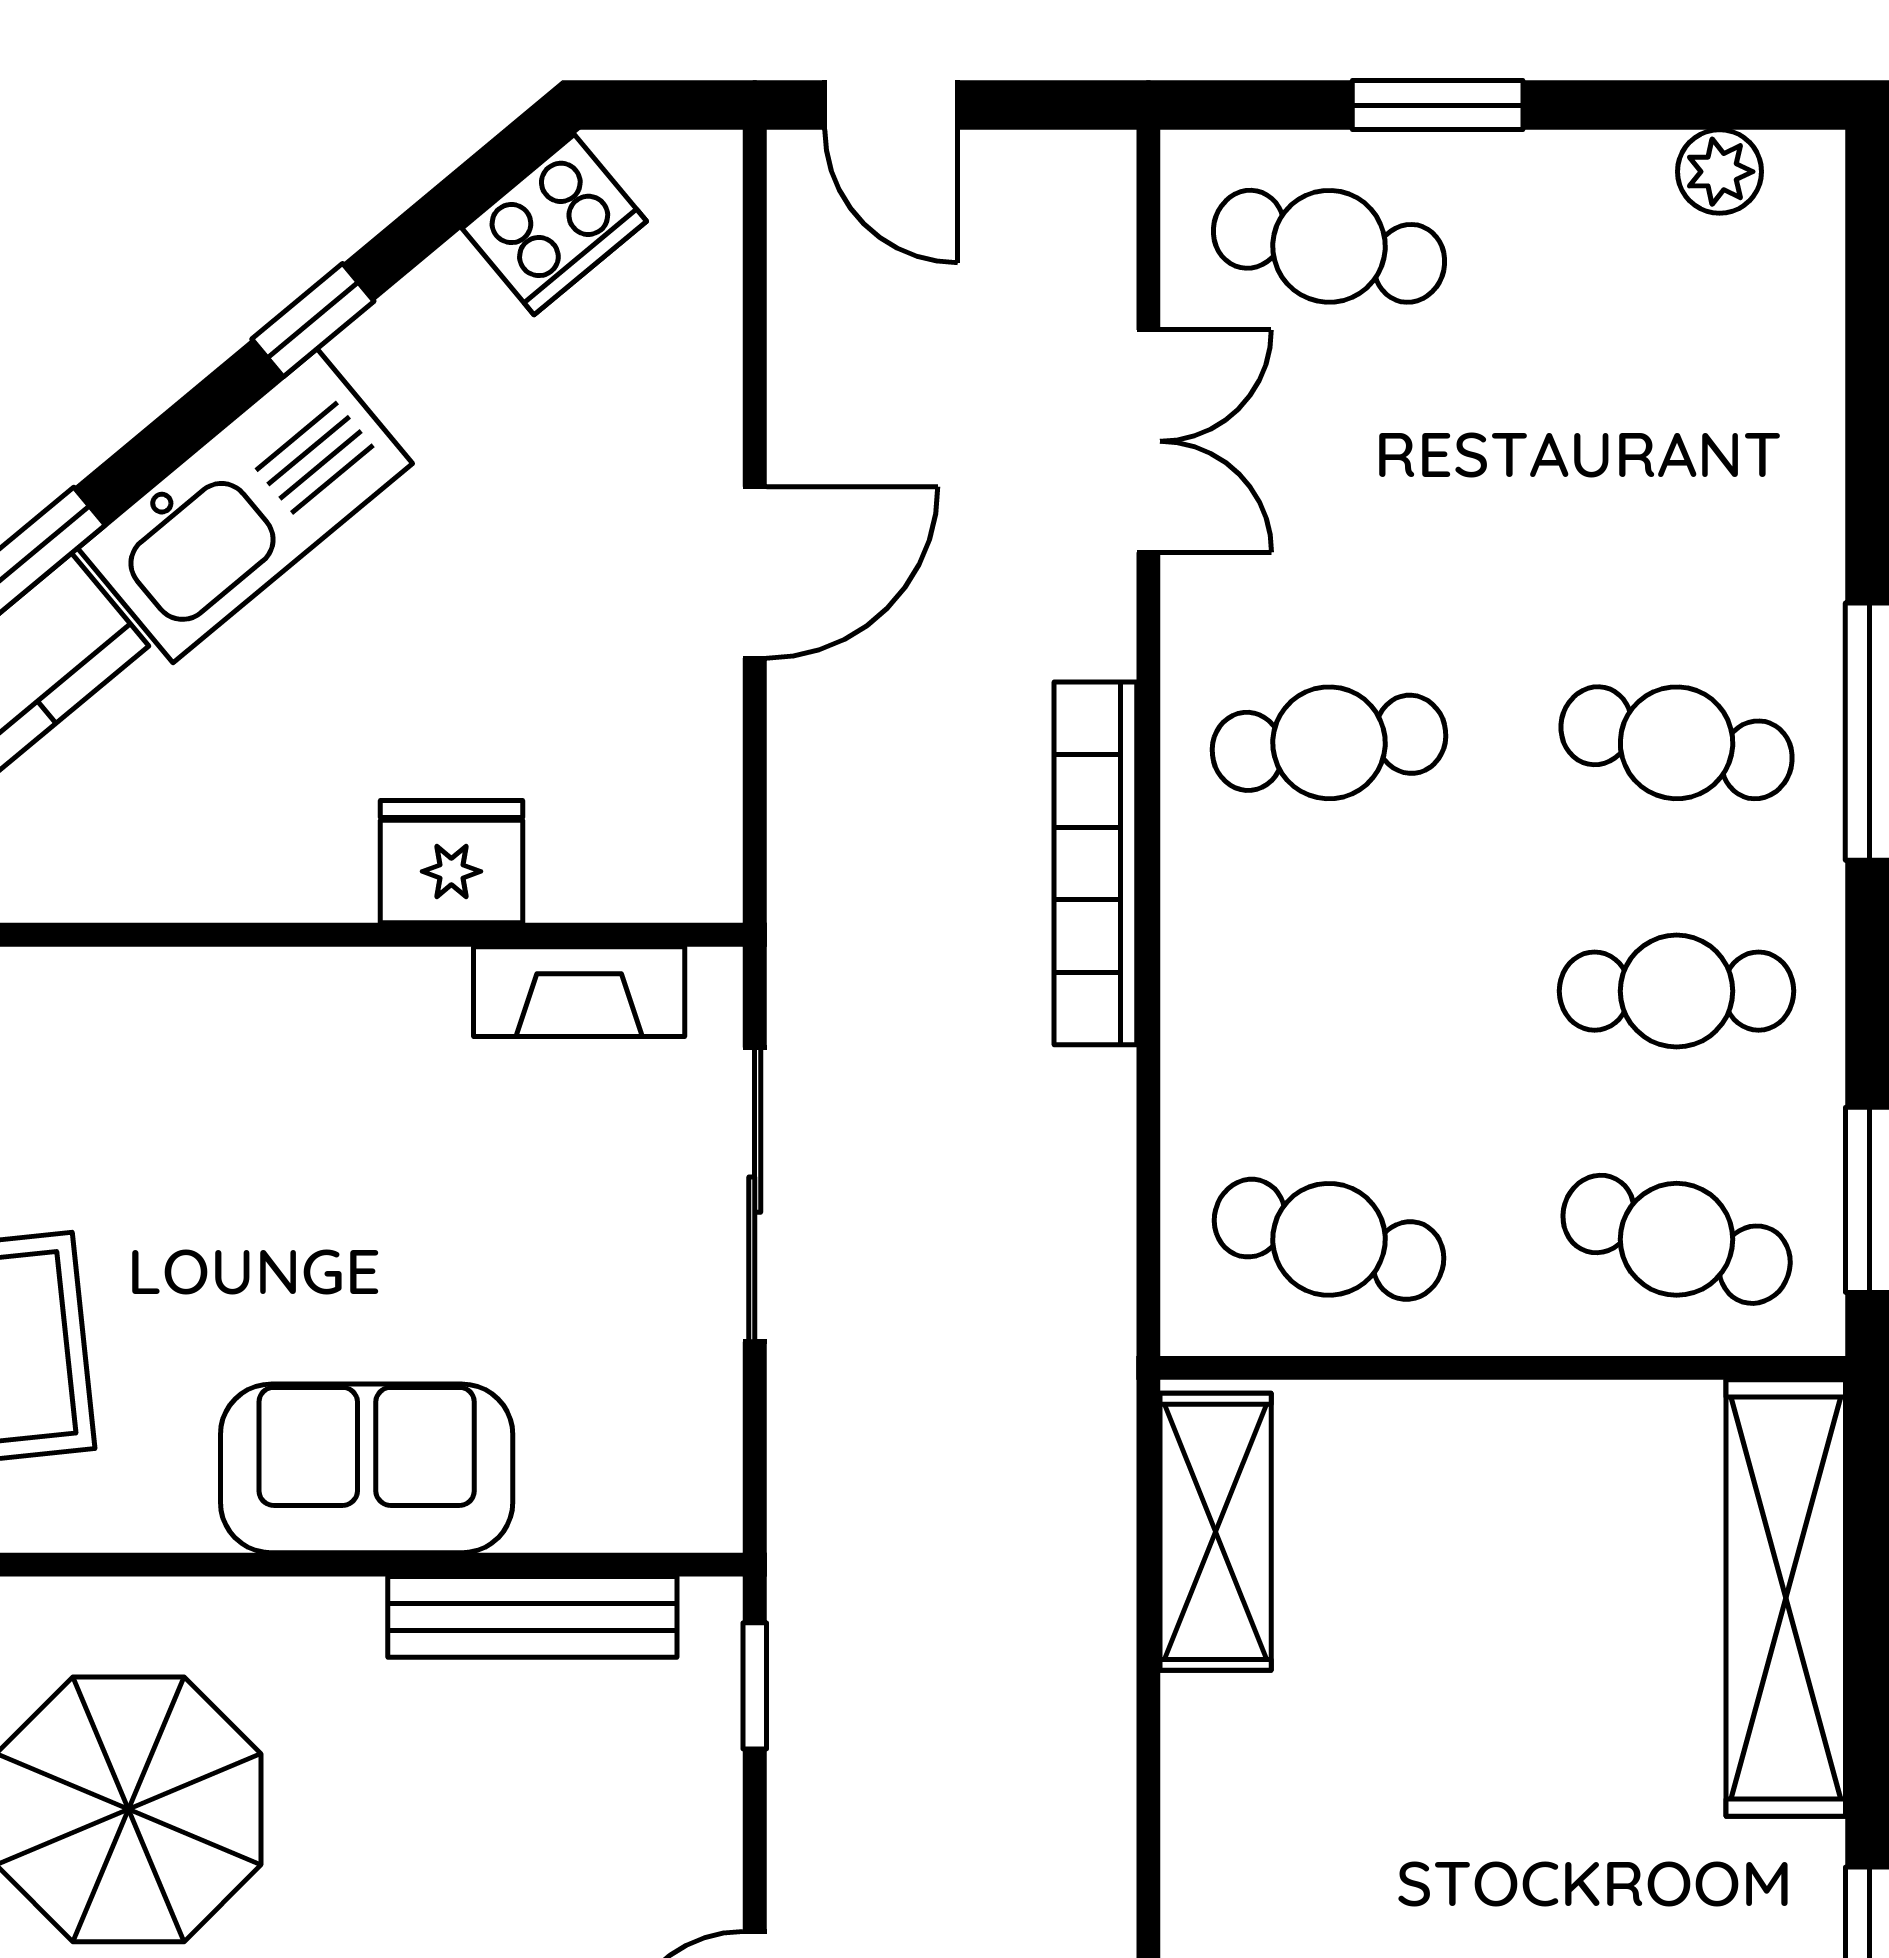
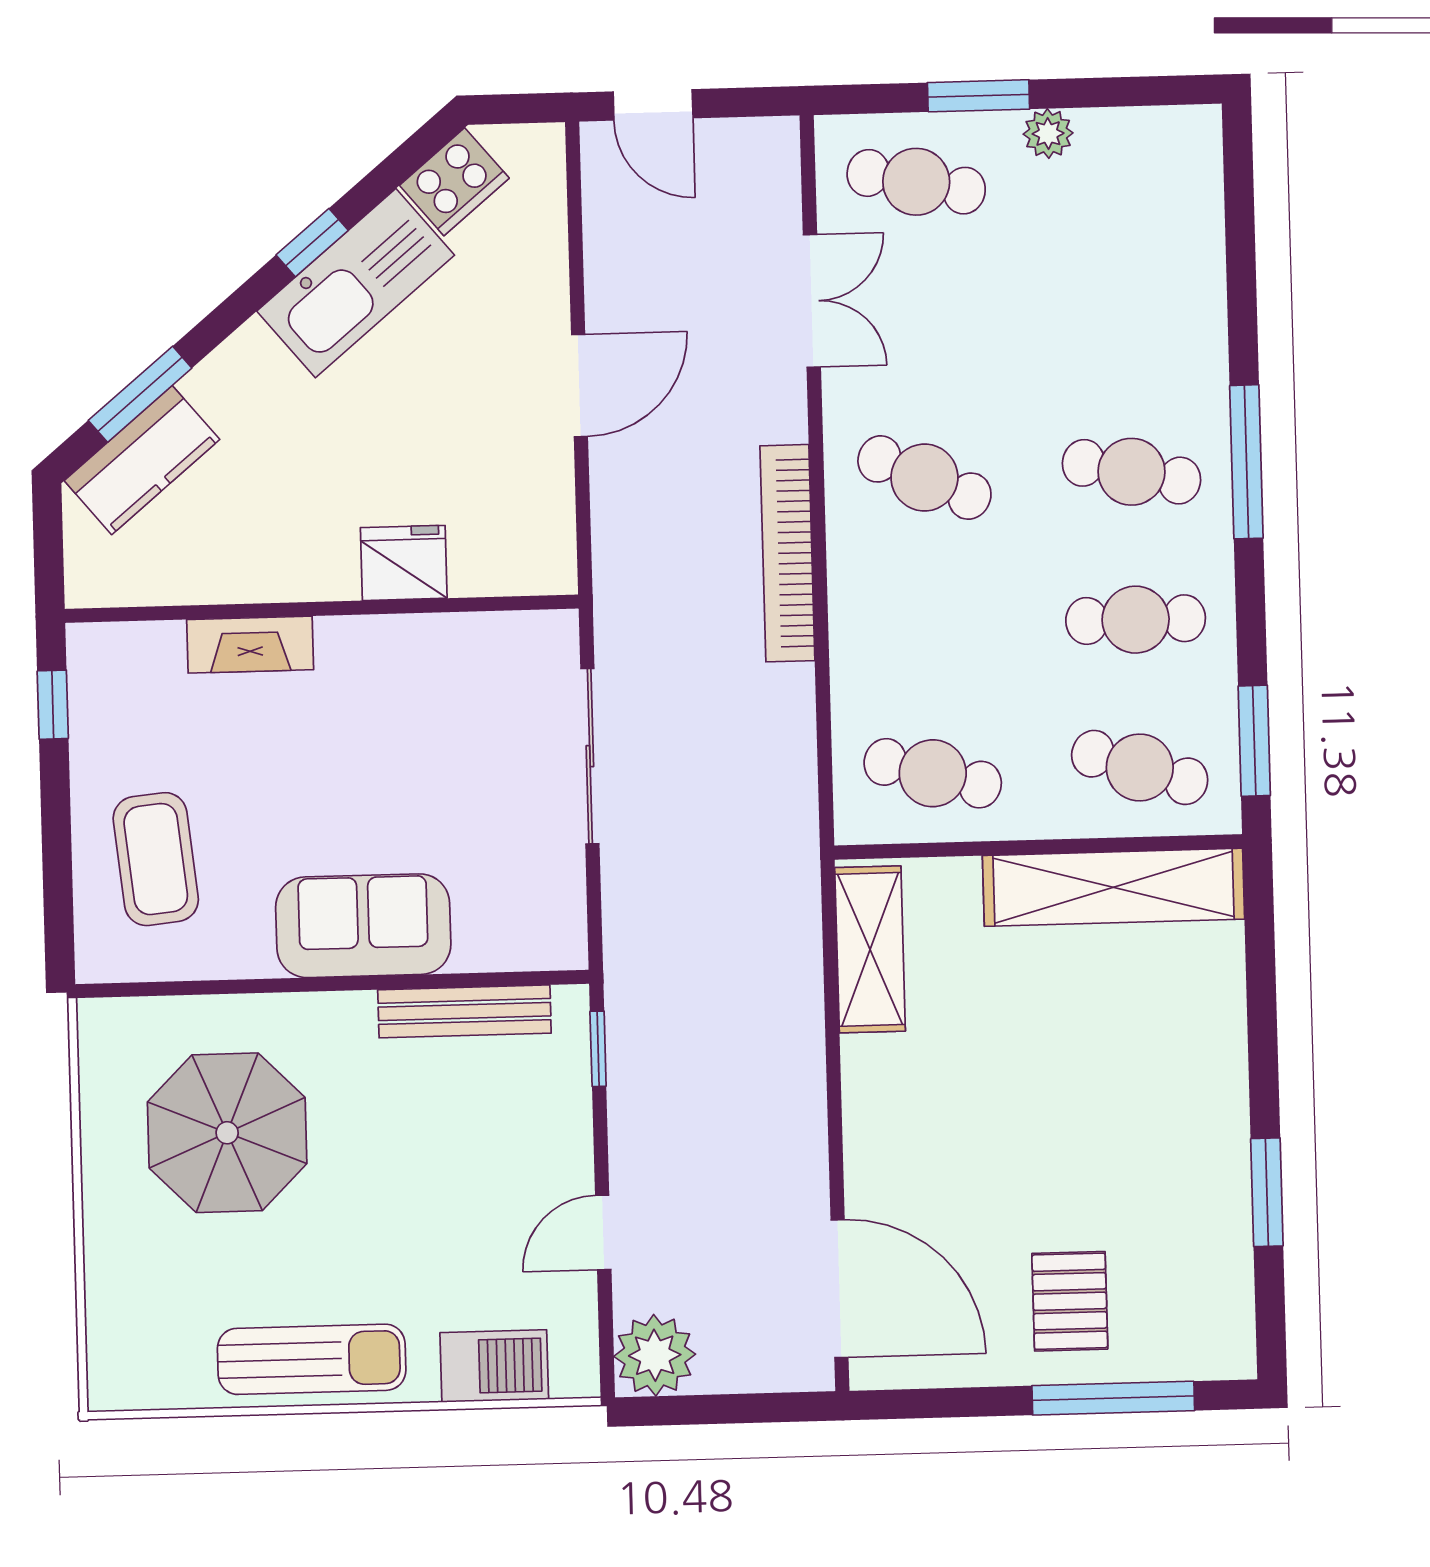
plant: (1720, 172) -> (1048, 134), moved
kitchen sink: (245, 506) -> (356, 283), moved
cafe table: (1329, 743) -> (924, 478), turned 30
fireplace: (579, 992) -> (250, 645), moved
shelving: (1786, 1598) -> (1114, 887), moved, turned 90

